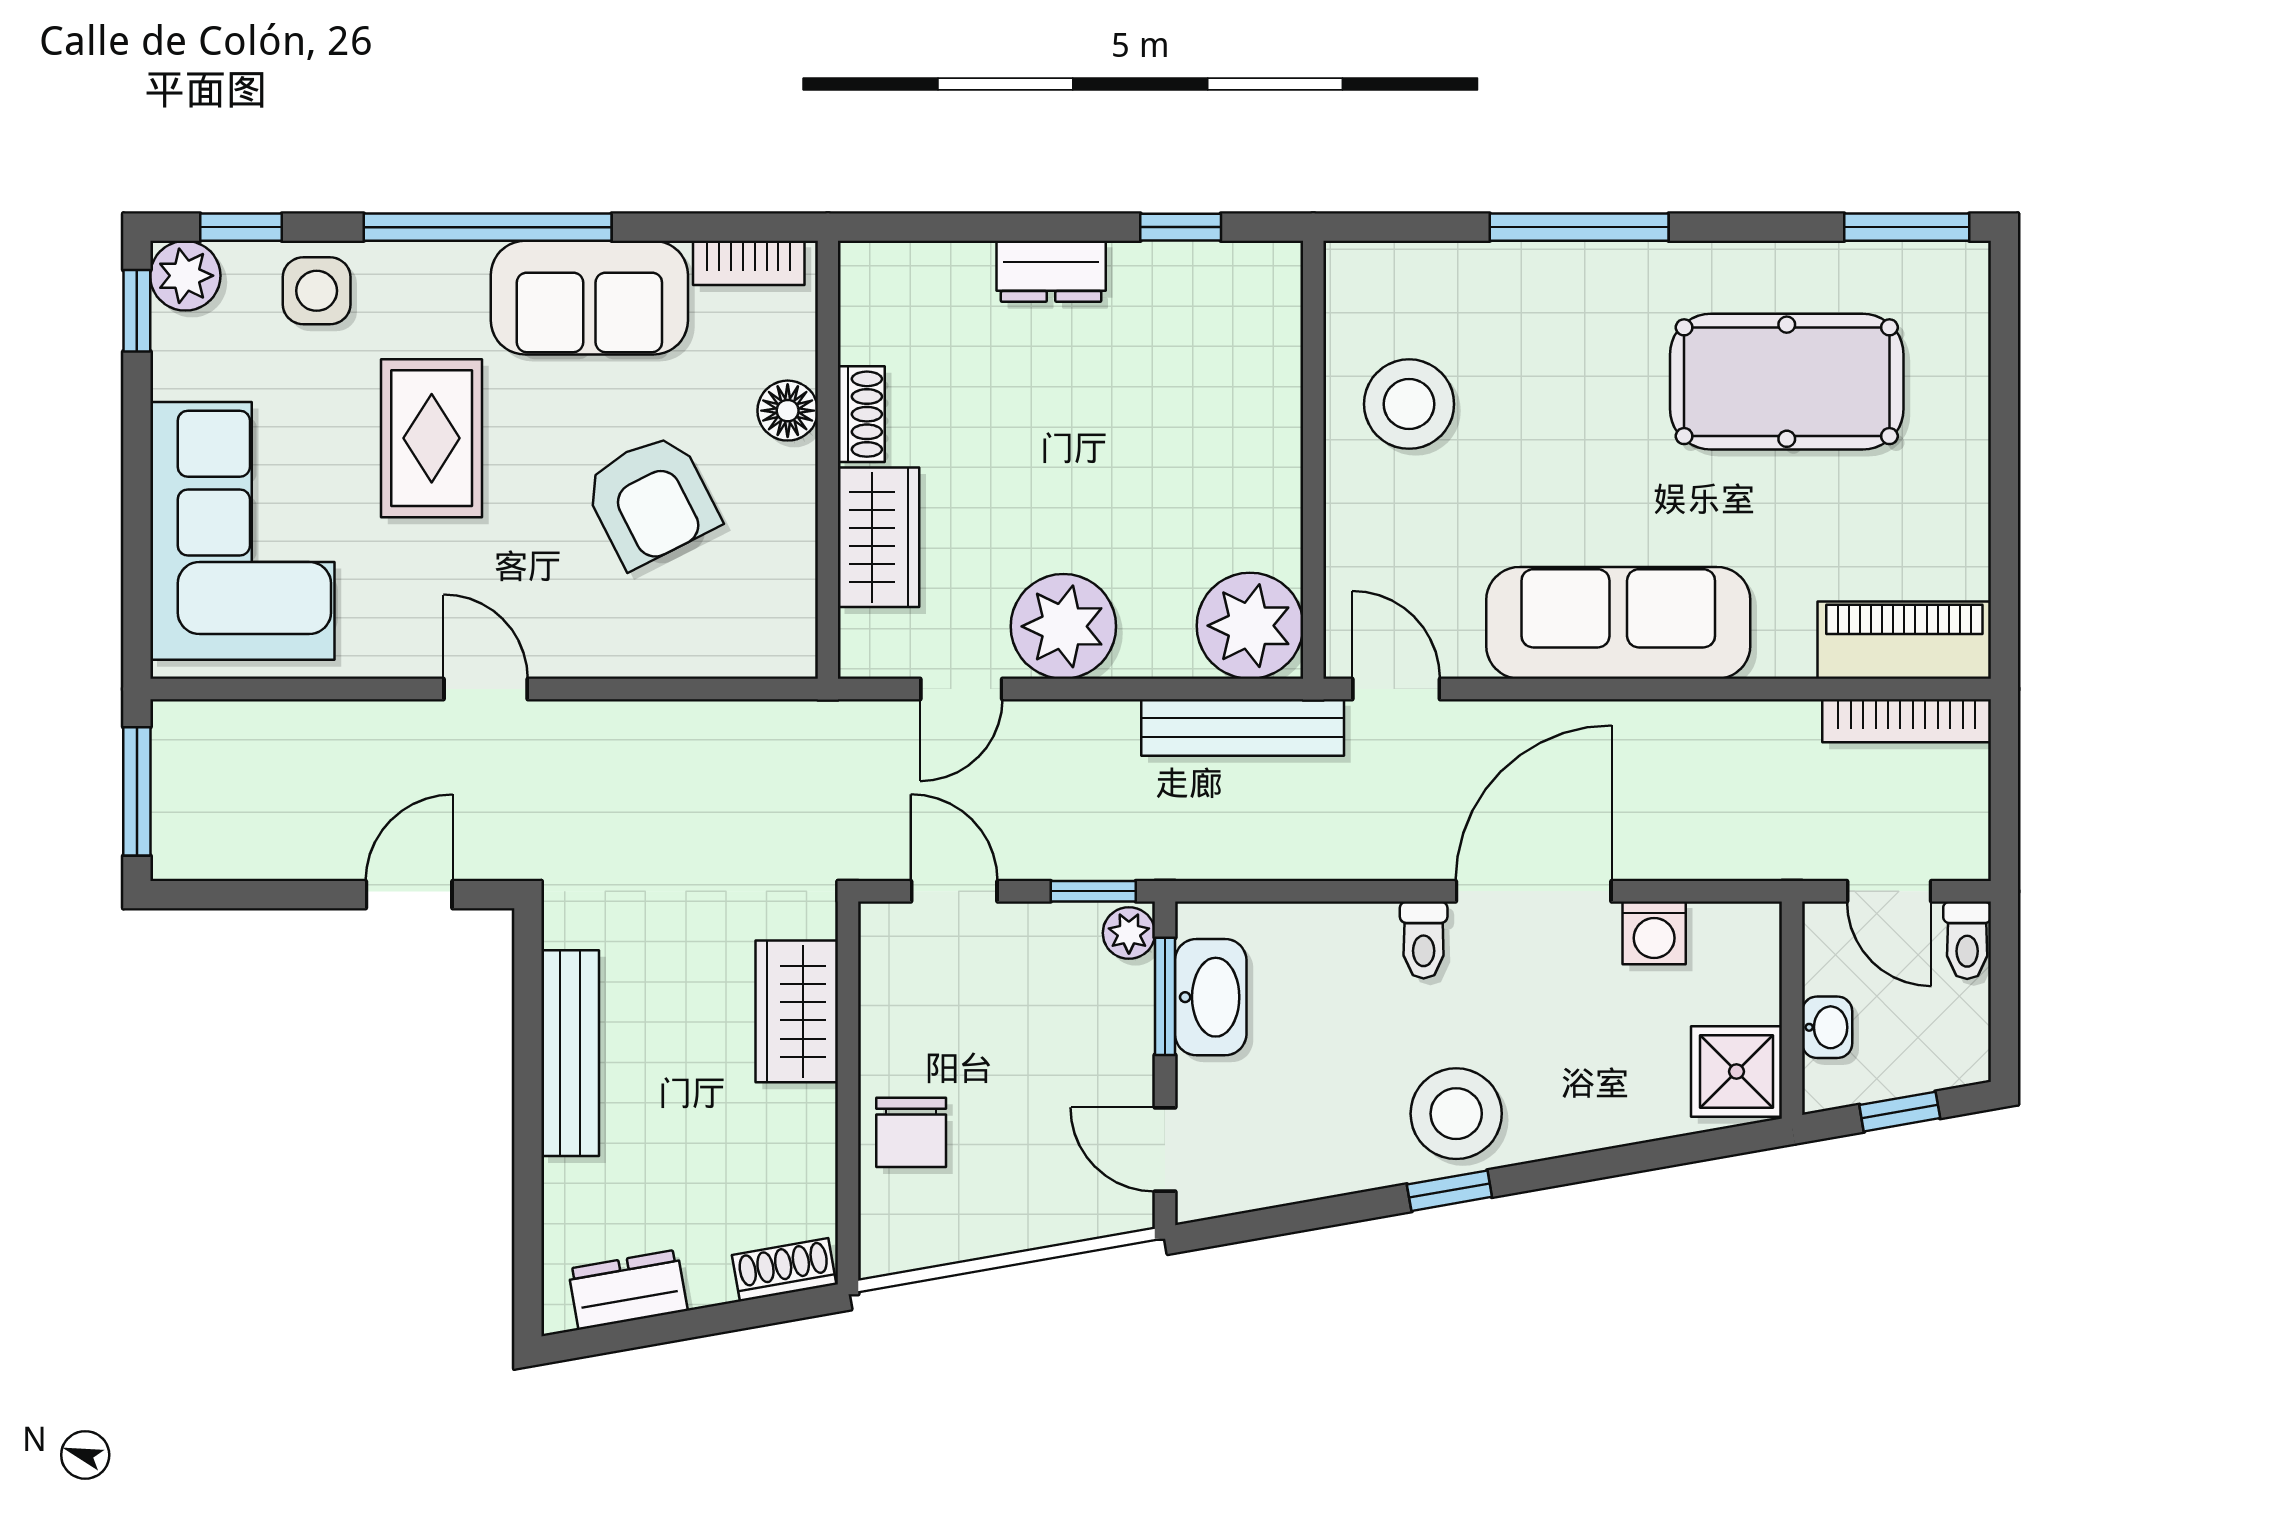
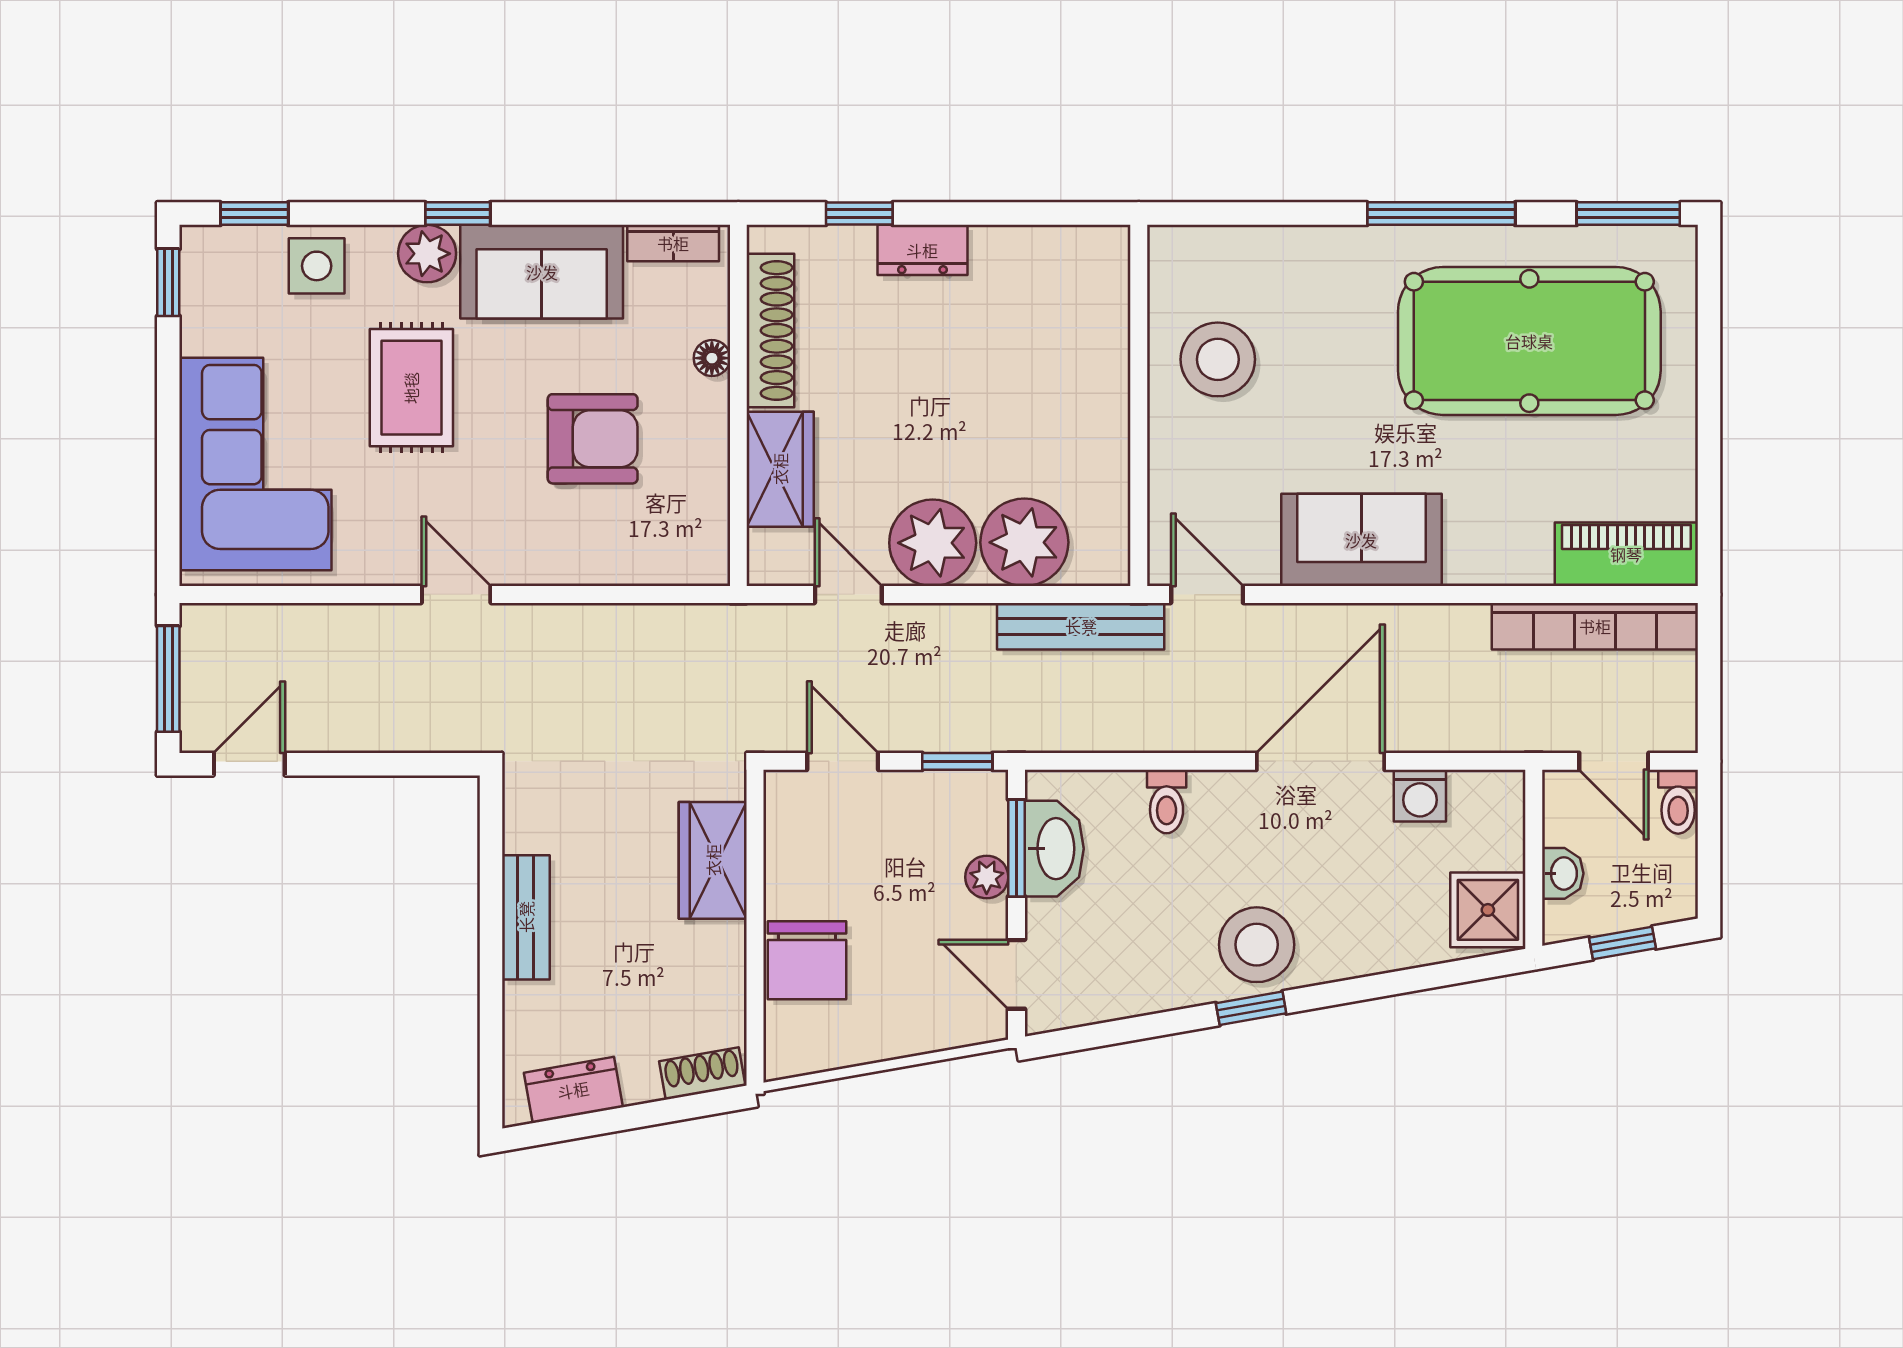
window: (488, 227) -> (458, 214), width x0.32
window: (1181, 227) -> (859, 214), moved
window: (1579, 227) -> (1441, 214), moved
plant: (185, 276) -> (427, 254), moved
pool table: (1787, 382) -> (1529, 341), width x1.36, depth x1.32
floor lamp: (788, 411) -> (712, 358), width x0.73, depth x0.73
shoe rack: (861, 414) -> (770, 330), width x1.94, depth x1.24
armchair: (651, 500) -> (593, 439), turned -63
sofa: (1618, 623) -> (1361, 540), width x0.73
plant: (1250, 626) -> (1024, 542), moved
door: (961, 689) -> (848, 595), swing flipped
bookcase: (1907, 721) -> (1595, 626), width x1.48, depth x1.31
door: (409, 895) -> (249, 764), moved
plant: (1129, 933) -> (987, 877), moved
toilet: (1424, 940) -> (1167, 802), moved
bench: (570, 1053) -> (526, 917), width x0.73
chair: (911, 1132) -> (807, 960), width x1.37, depth x1.37

